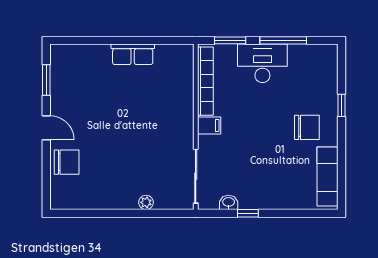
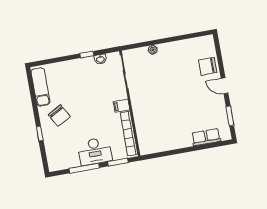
row of seats: (133, 54) -> (206, 137), moved
chair: (307, 127) -> (59, 116), turned -119

